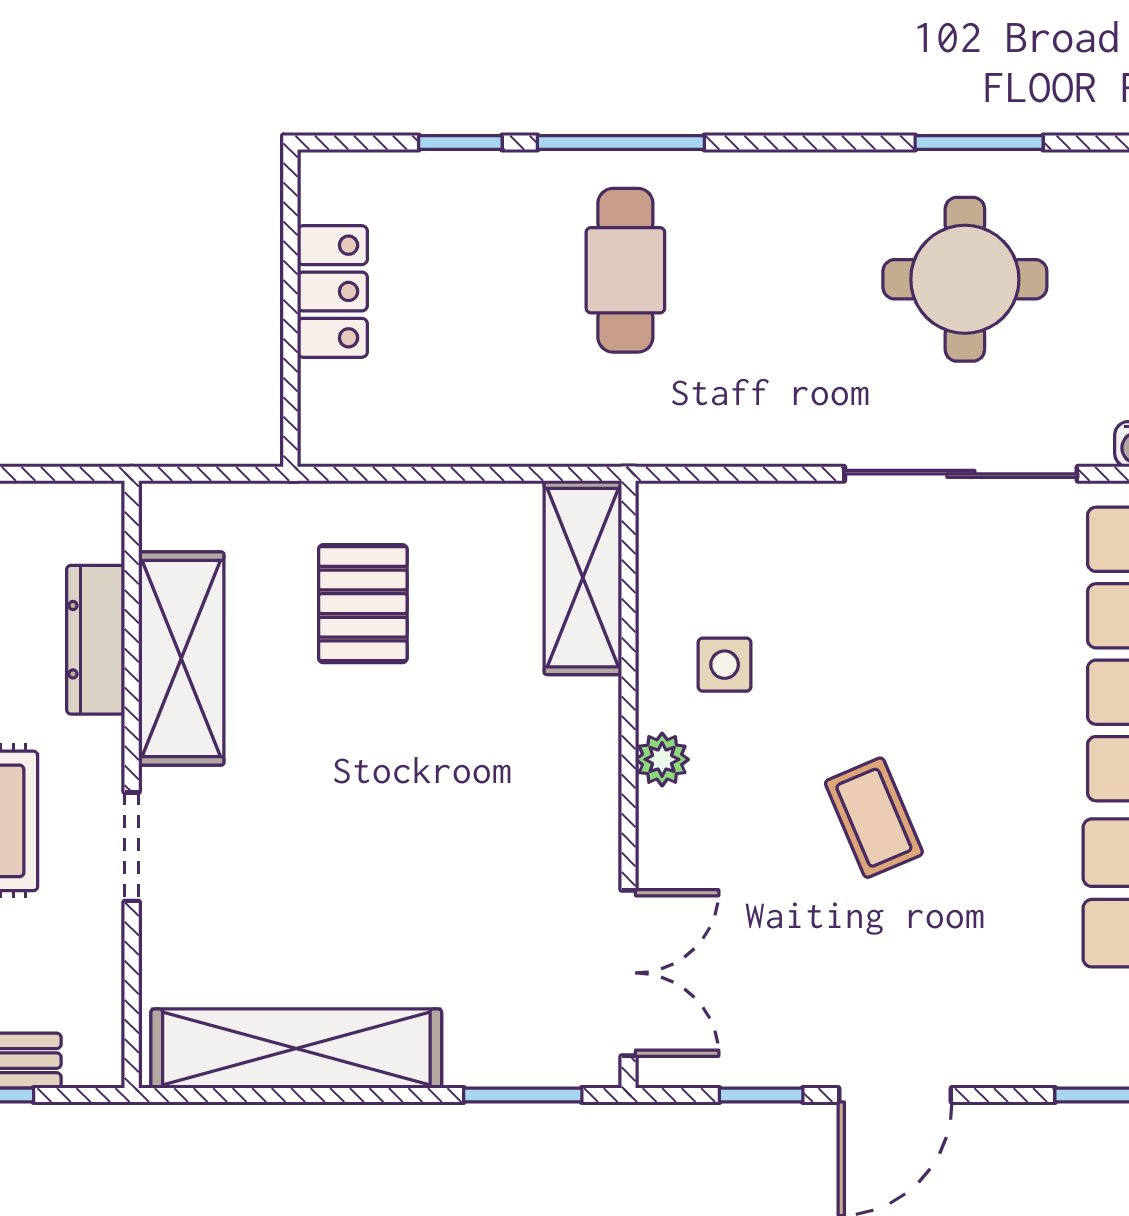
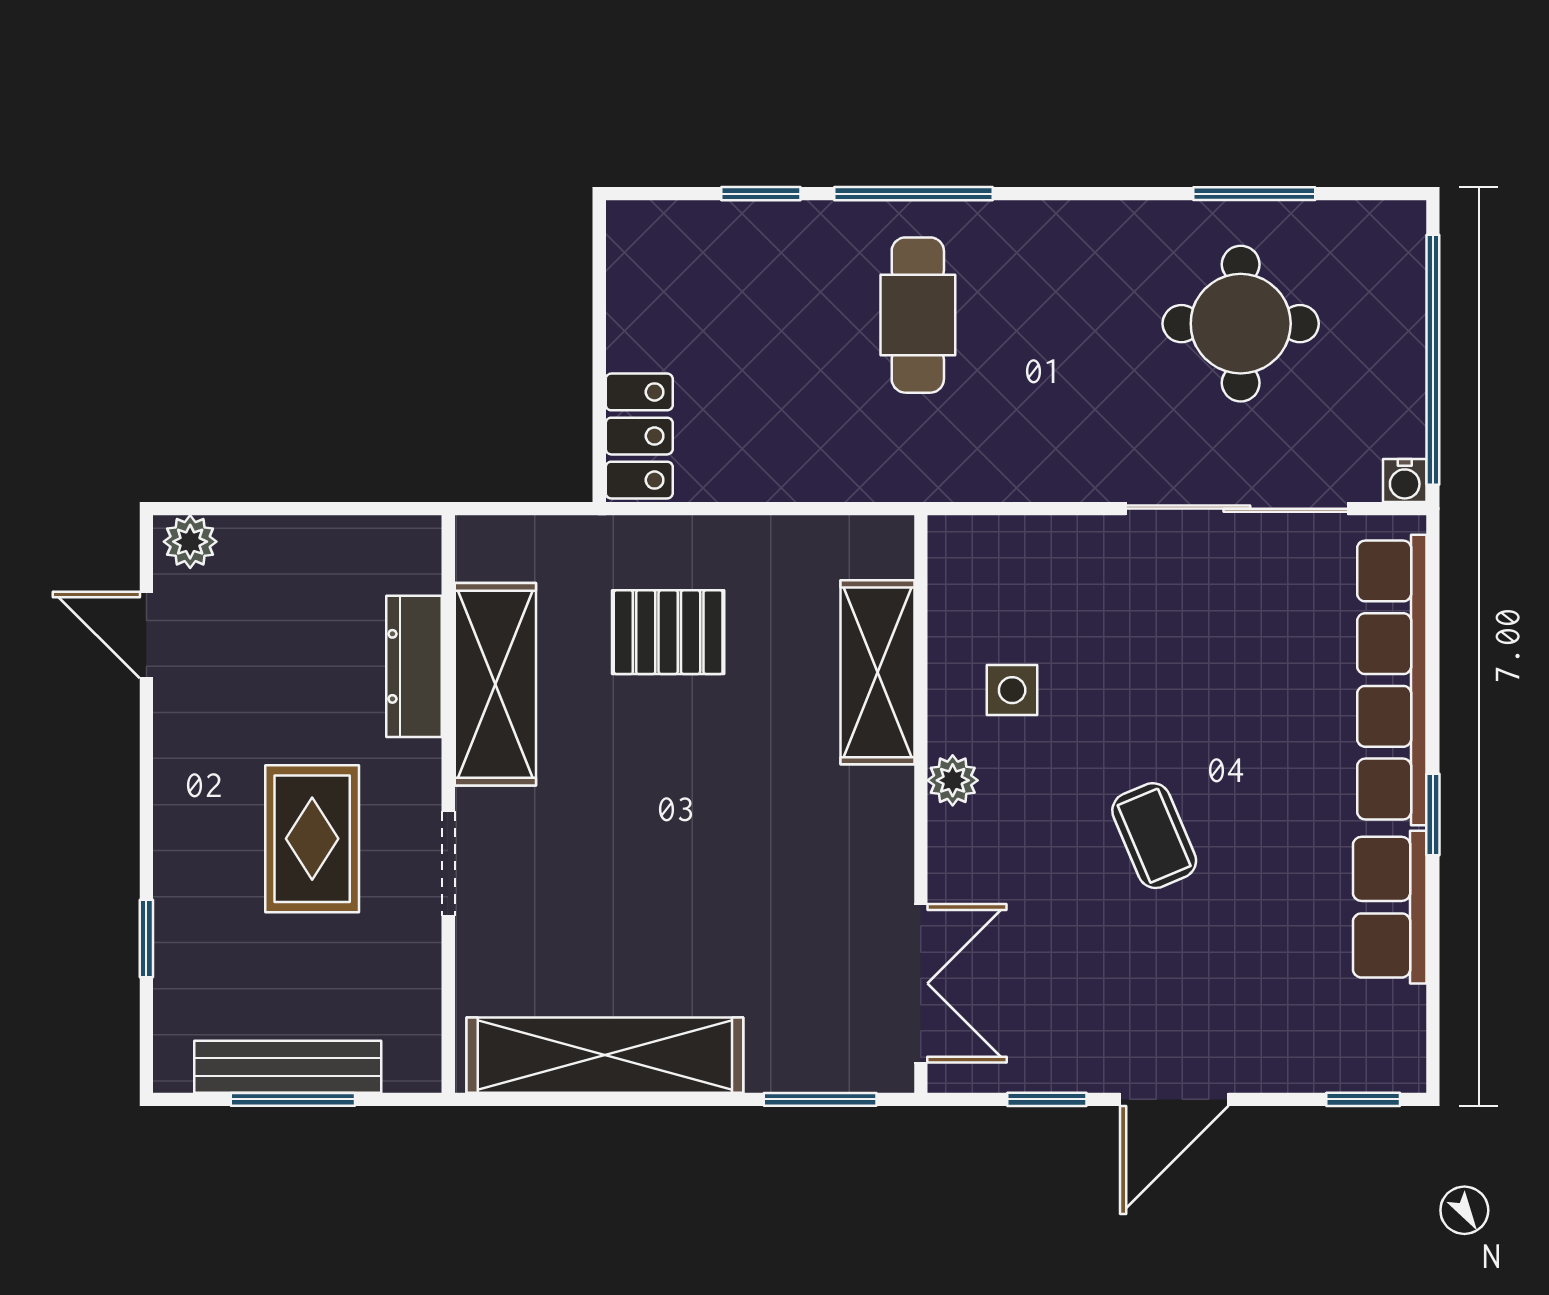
locker: (332, 291) -> (639, 436), moved
shelving: (583, 578) -> (877, 672), moved
pallet: (363, 604) -> (668, 632), turned 90

